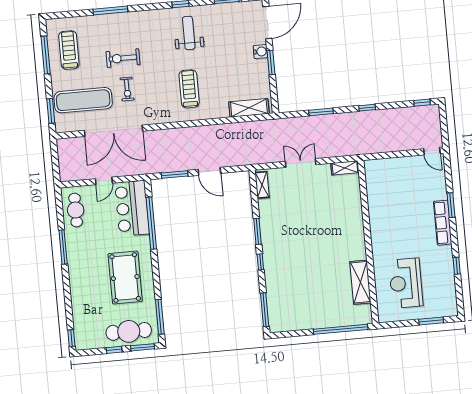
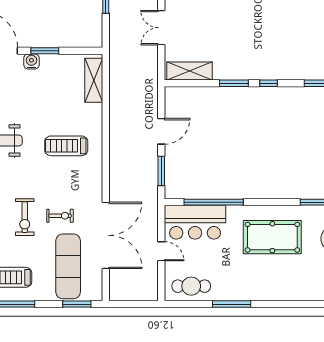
shelving: (262, 185) -> (190, 71), width x1.50, depth x1.33

